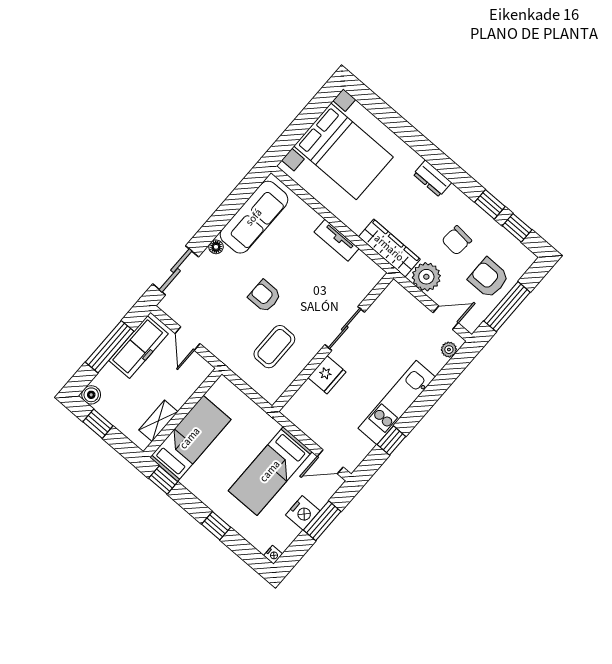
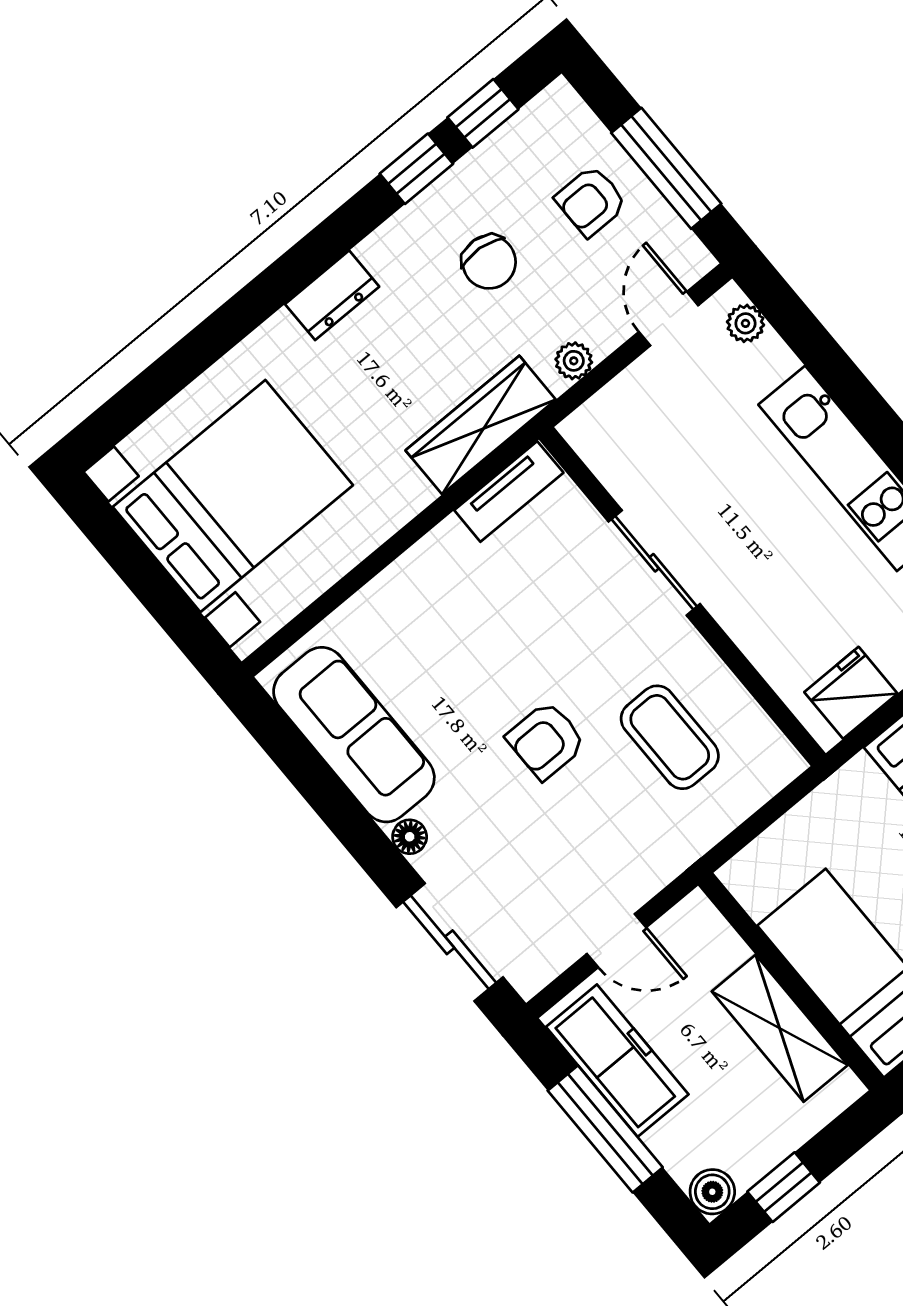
tv unit: (337, 240) -> (509, 491), moved
plant: (426, 277) -> (574, 361), width x0.53, depth x0.53
armchair: (488, 278) -> (591, 201), width x0.72, depth x0.72
fridge: (327, 375) -> (851, 693), moved, turned -90
shelving: (158, 421) -> (780, 1028), width x1.50, depth x1.33

